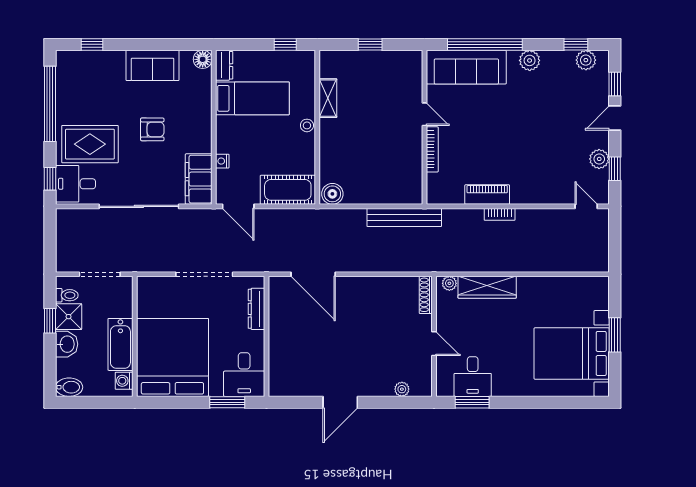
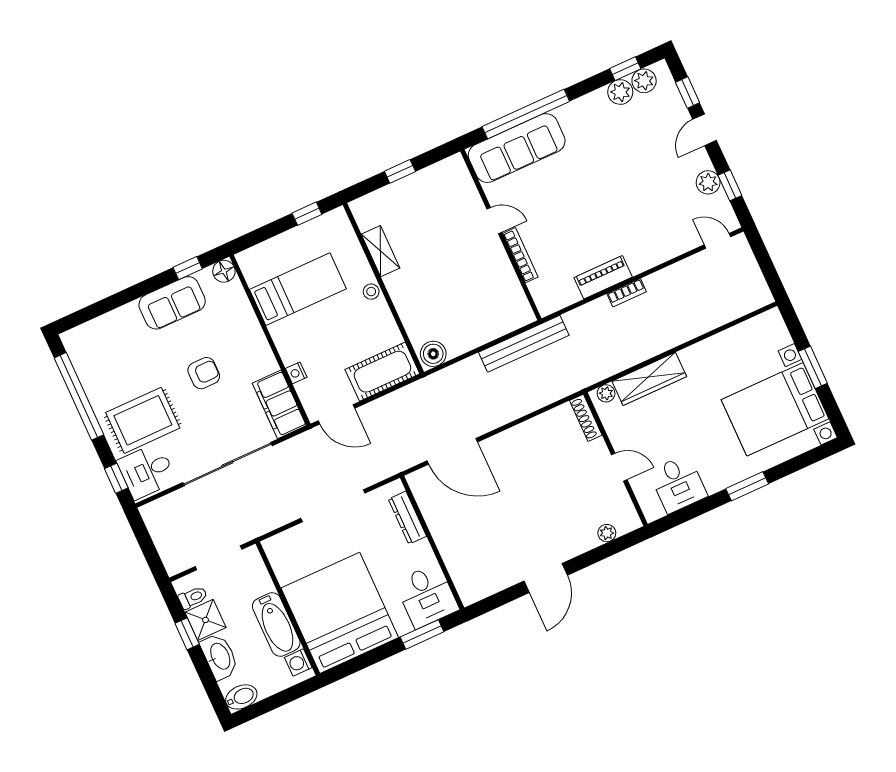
window: (92, 44) -> (188, 268), moved
plant: (530, 60) -> (620, 92), moved
dresser: (224, 65) -> (250, 267), removed
washbasin: (67, 344) -> (220, 657), width x1.38
window: (472, 402) -> (747, 486), moved

